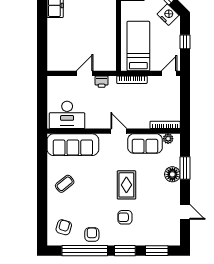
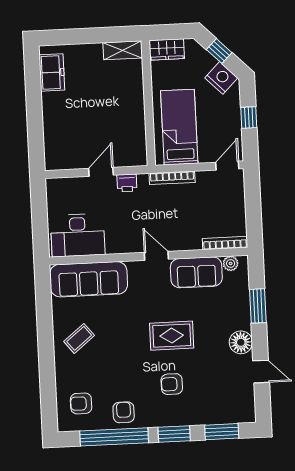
floor lamp: (172, 174) -> (241, 342), moved
rug: (126, 185) -> (172, 336), turned 90
armchair: (64, 227) -> (81, 403), turned -107

